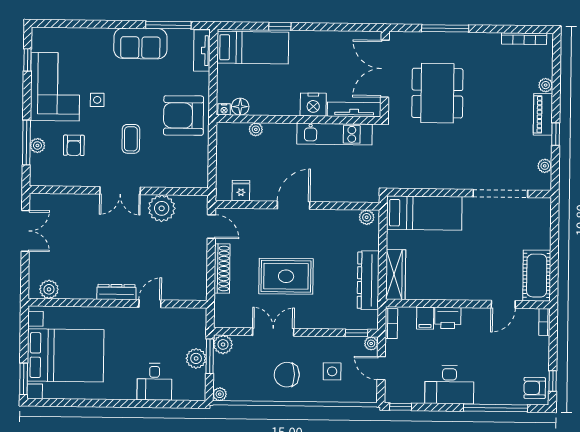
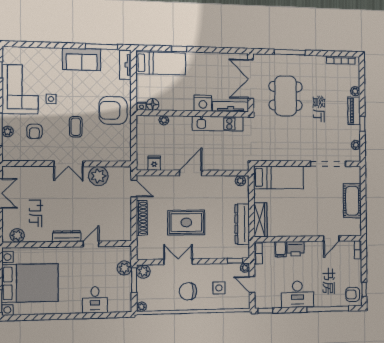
cot: (537, 276) -> (352, 201), moved
plant: (196, 358) -> (124, 268), moved

